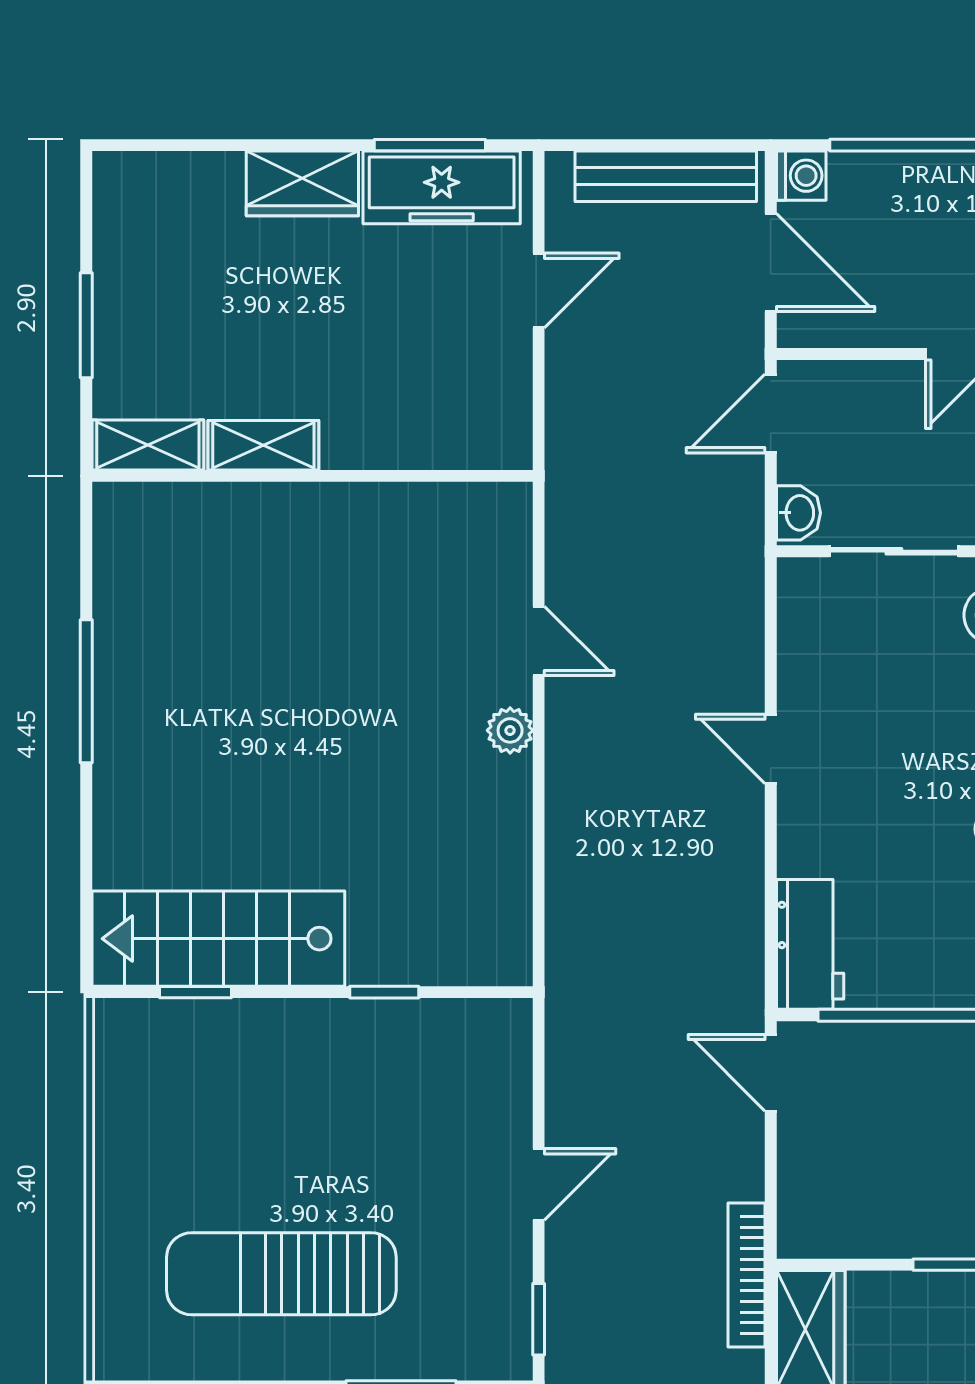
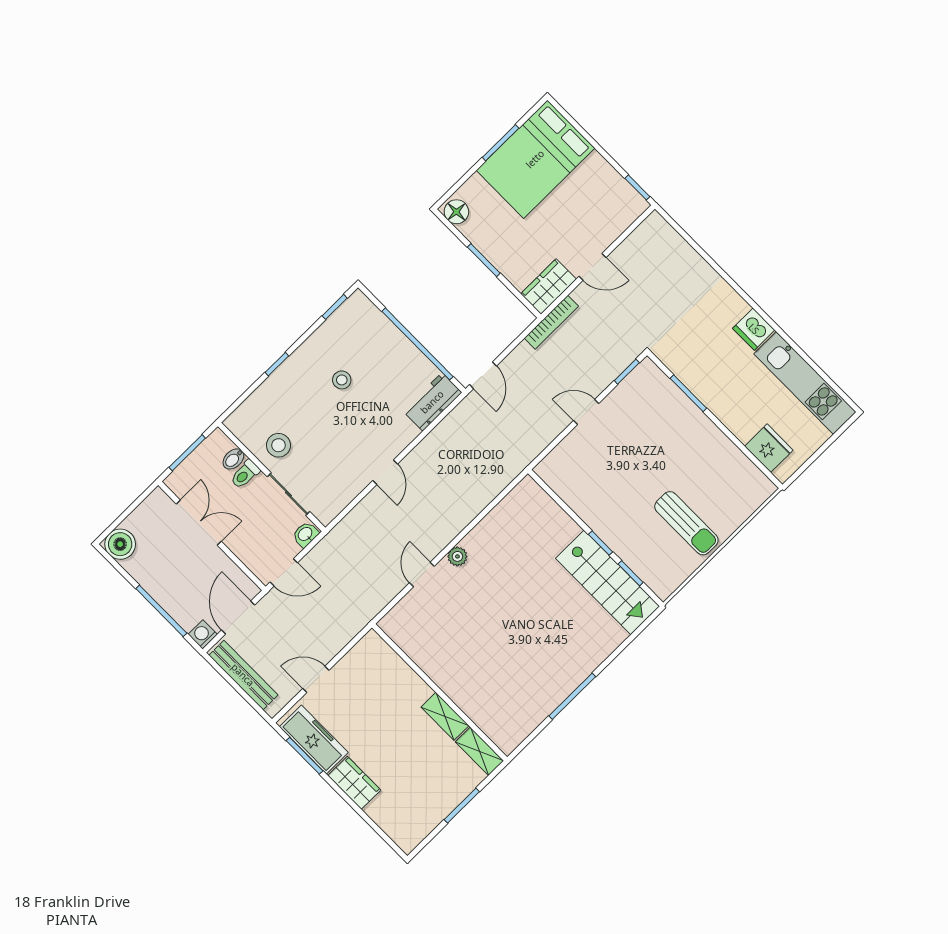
window: (384, 992) -> (601, 543), moved
sun lounger: (281, 1274) -> (686, 523), moved, width x0.73, depth x0.75

